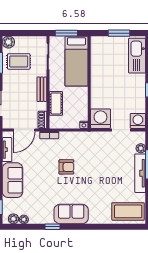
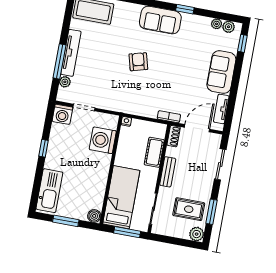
boiler: (96, 41) -> (94, 216), added
washing machine: (100, 119) -> (103, 140), moved, turned 90
armchair: (66, 167) -> (138, 62), moved, turned 75

